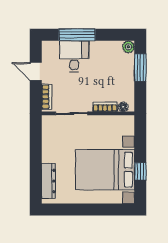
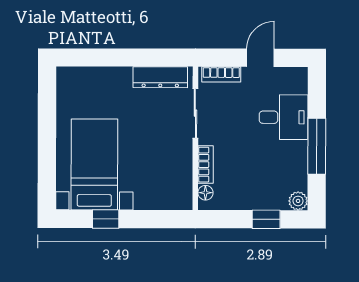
window: (77, 35) -> (317, 146), moved
window: (140, 68) -> (266, 219), width x0.67
bed with nightstands: (105, 170) -> (94, 164), width x0.73
dresser: (48, 181) -> (160, 77), moved

